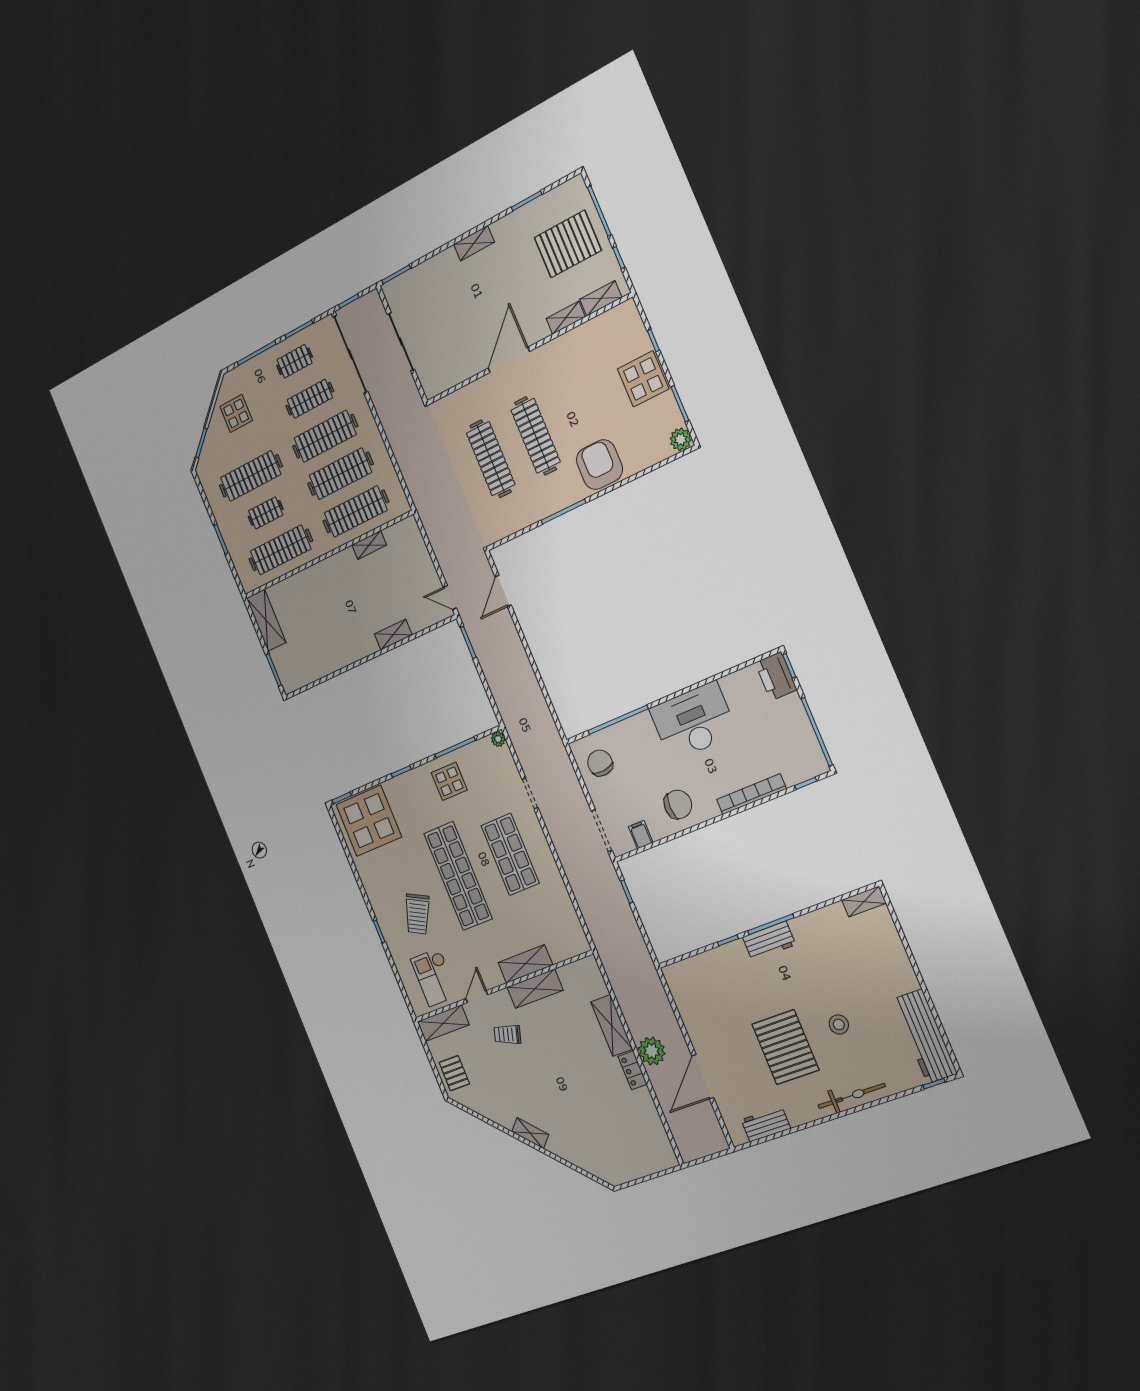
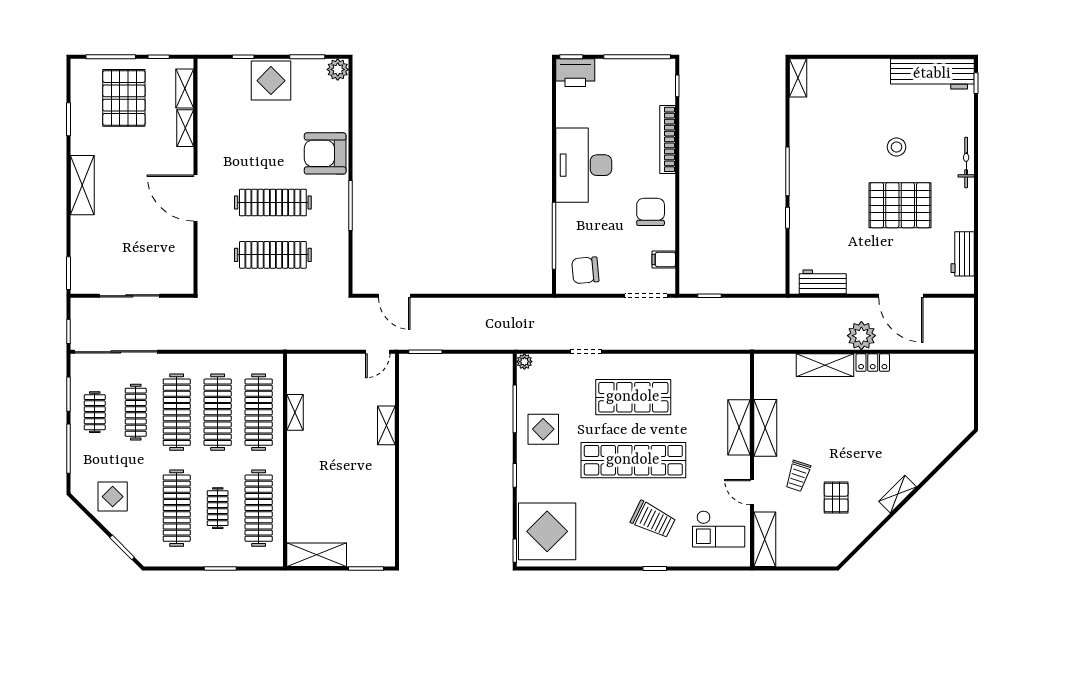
shelving: (474, 243) -> (82, 185), width x1.50, depth x1.33
workbench: (769, 941) -> (823, 282), moved, turned -90
pallet: (454, 1073) -> (836, 498), moved, turned 90
bicycle: (852, 1096) -> (966, 162), width x0.73, depth x0.71

